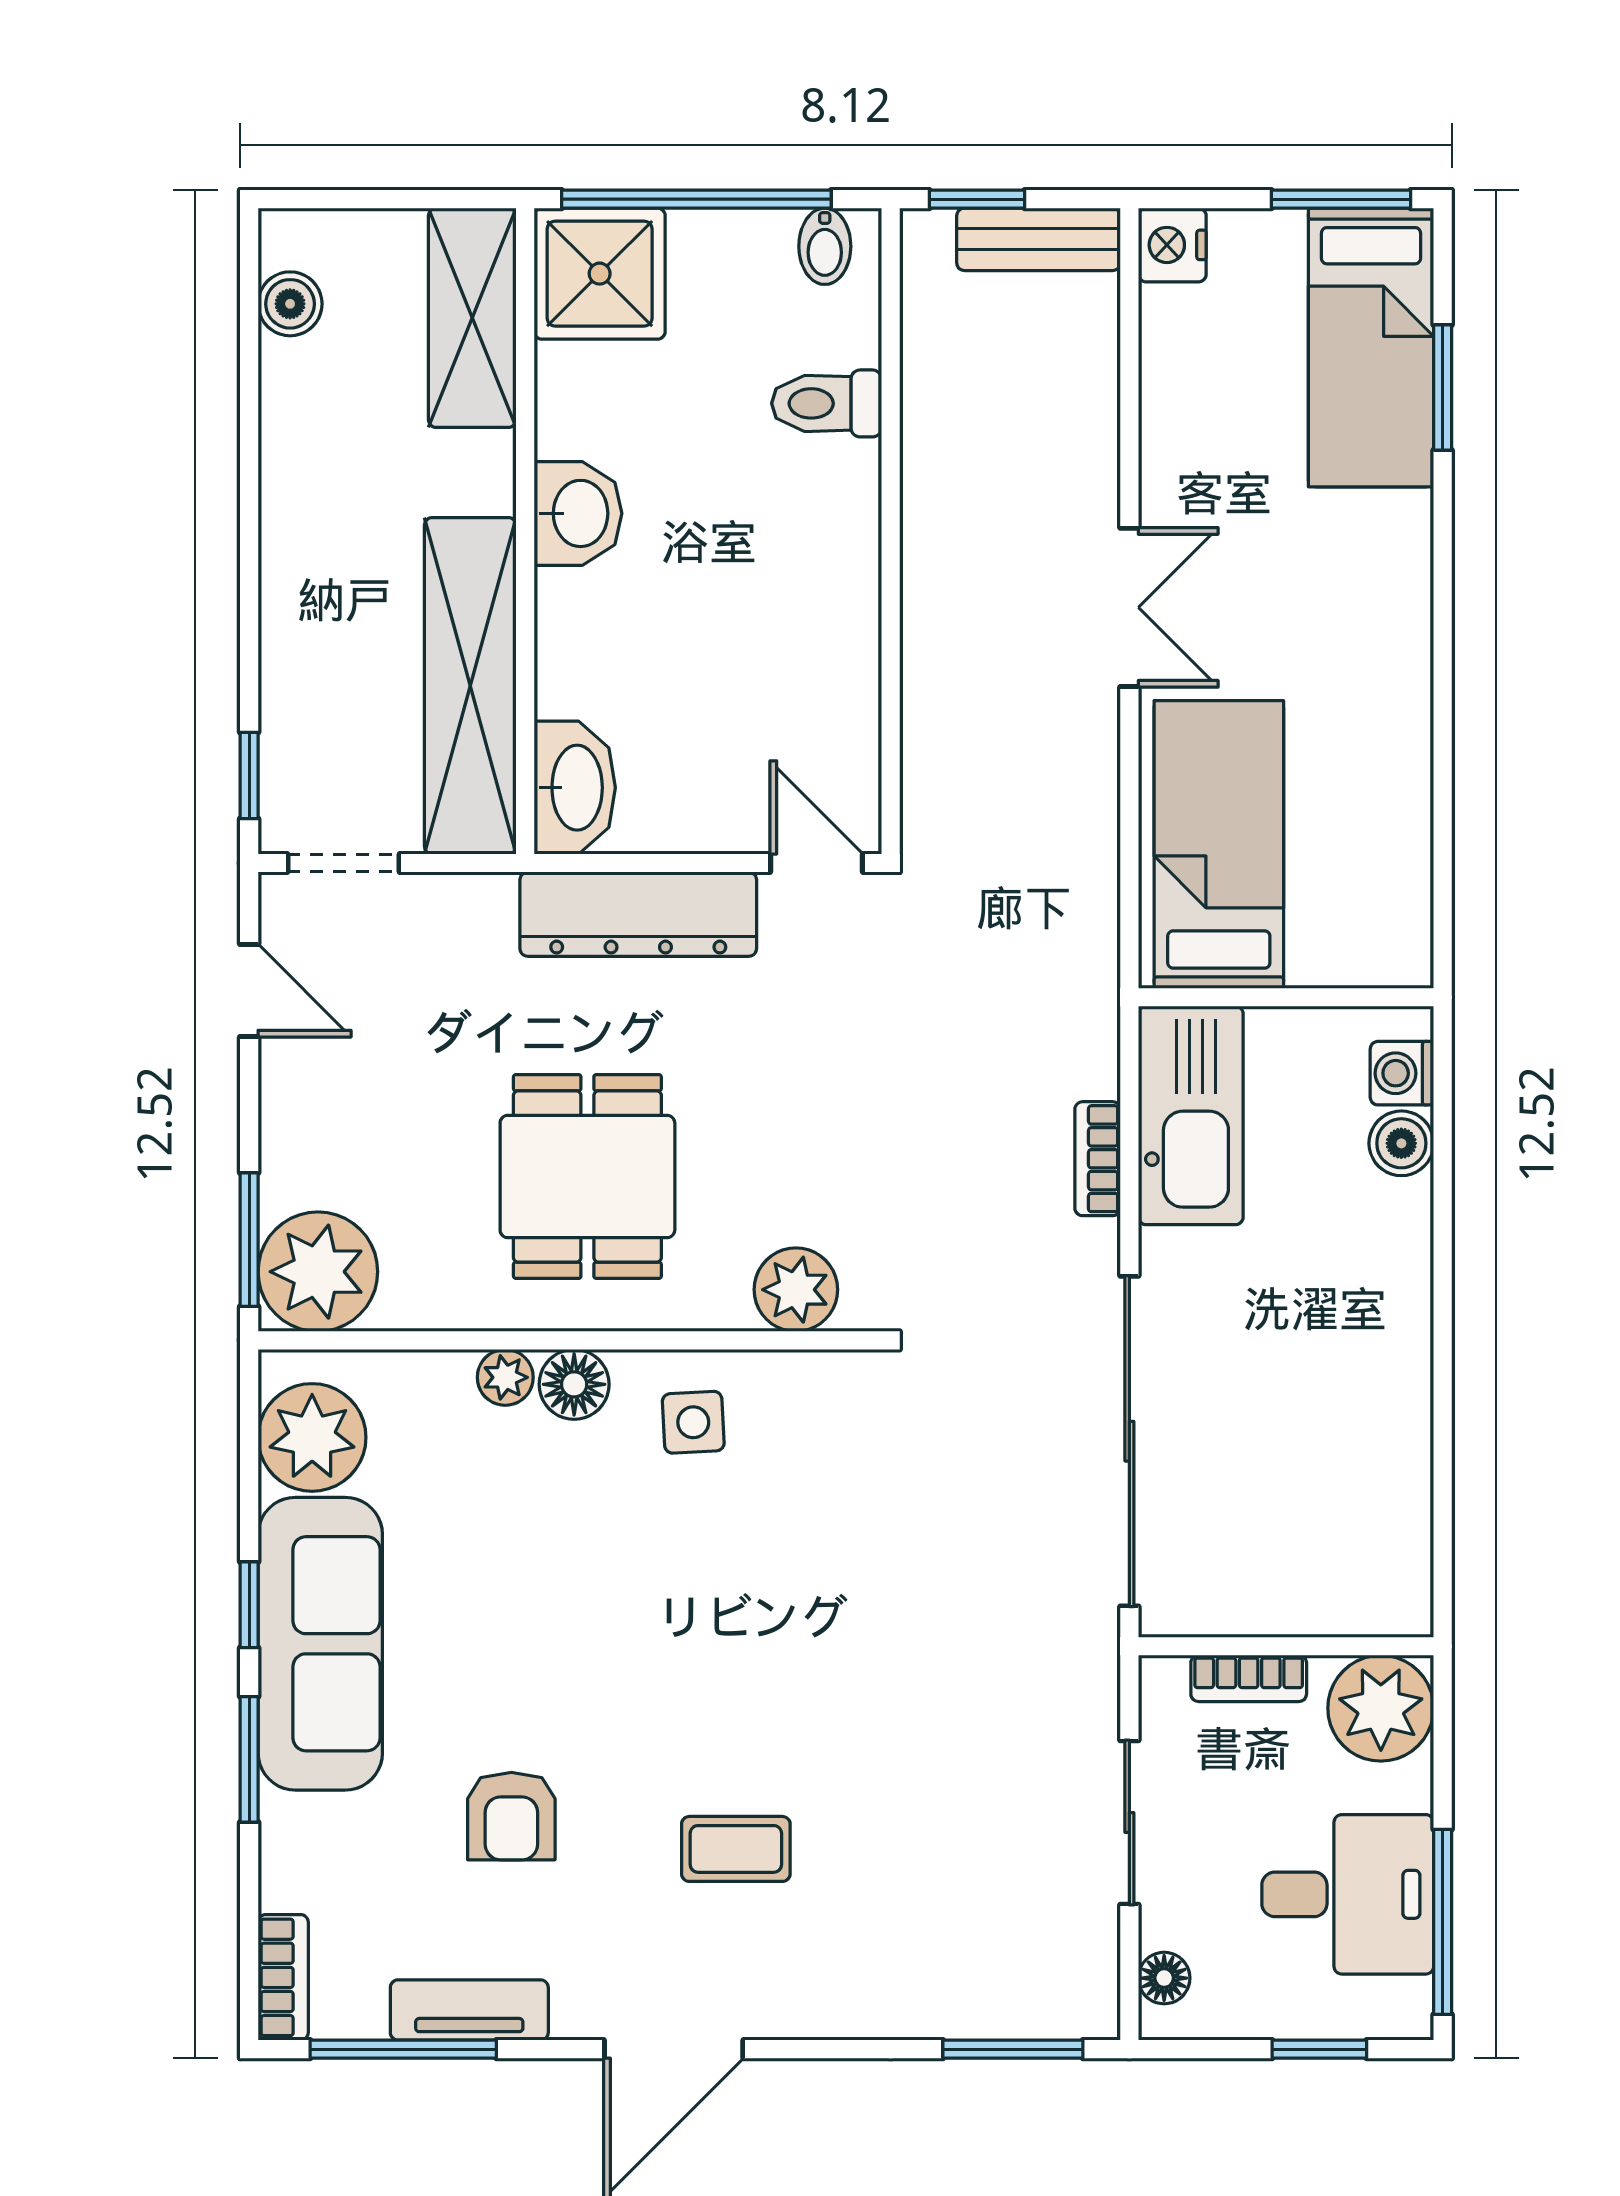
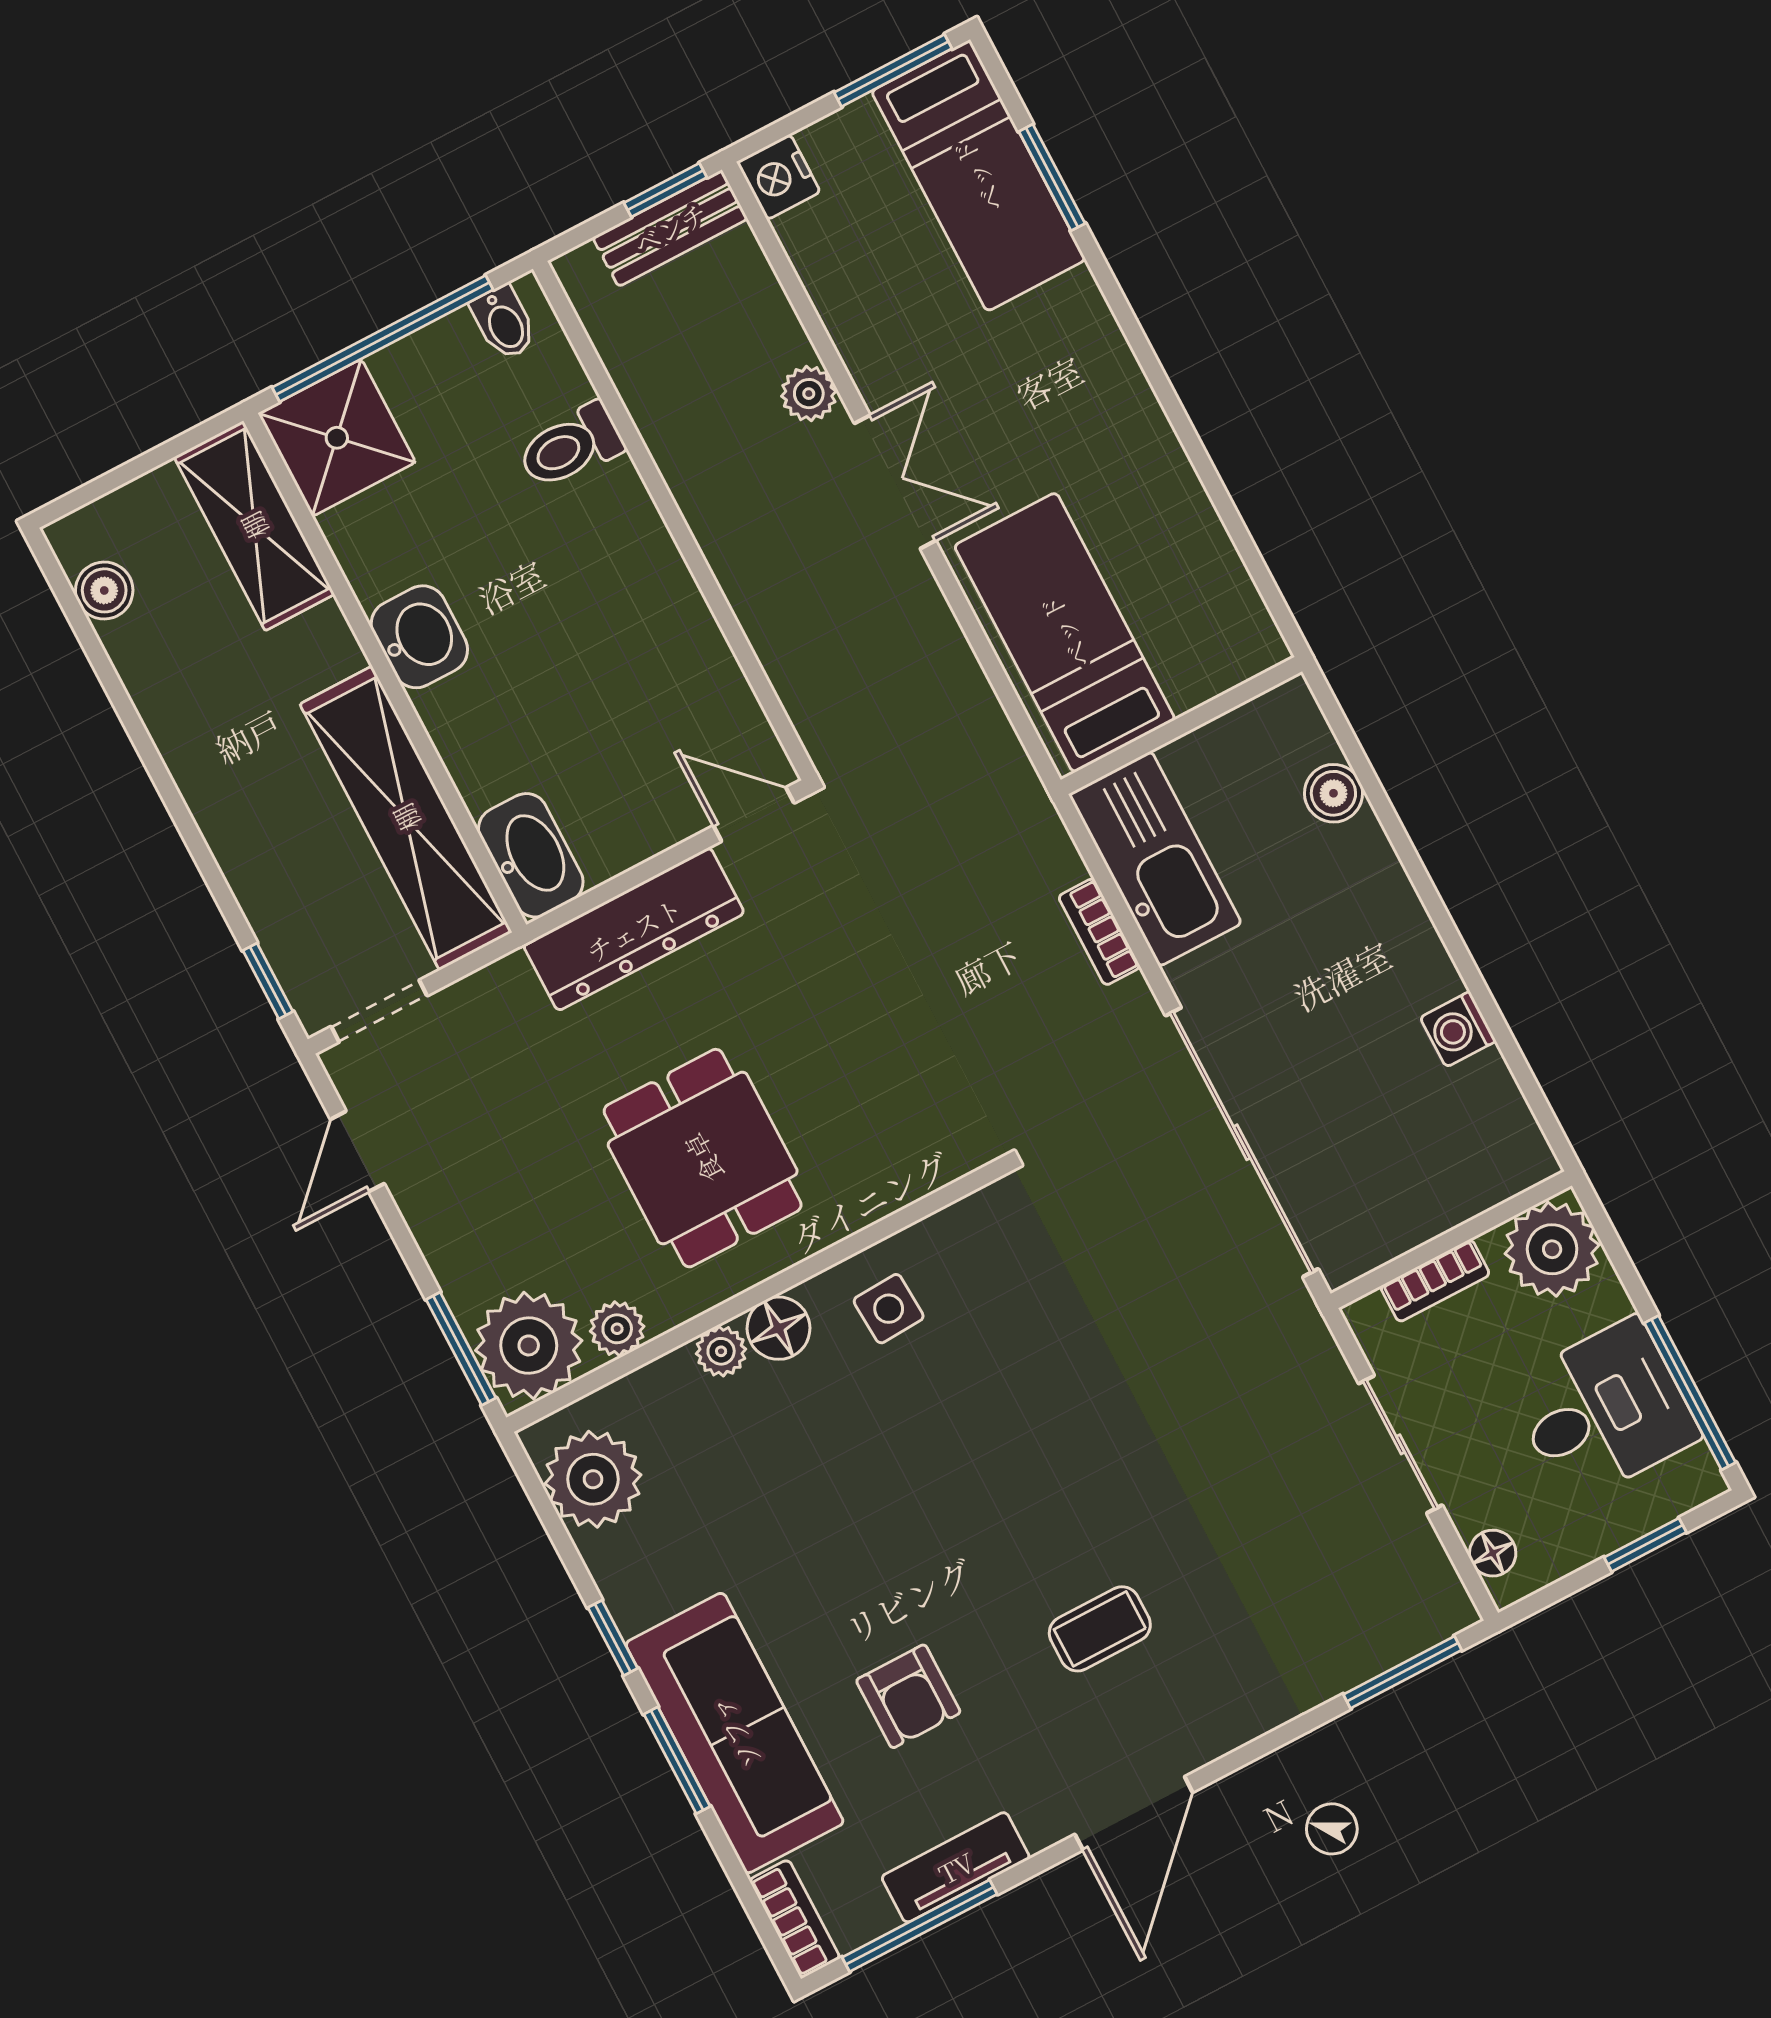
window: (977, 199) -> (665, 190), moved
plant: (1090, 475) -> (809, 394), added
door: (249, 991) -> (357, 1151), swing flipped
washing machine: (1402, 1073) -> (1458, 1029), moved
plant: (796, 1290) -> (617, 1329), moved, width x0.73, depth x0.73
sofa: (320, 1644) -> (735, 1733), moved

